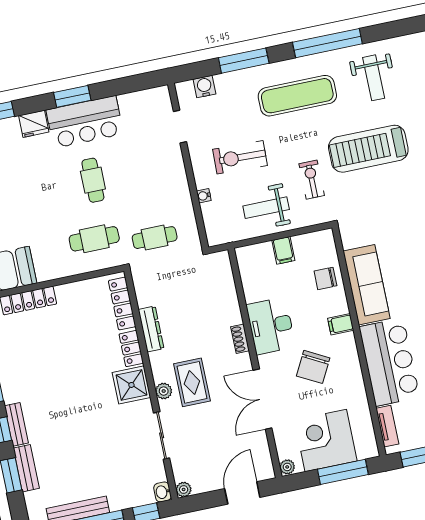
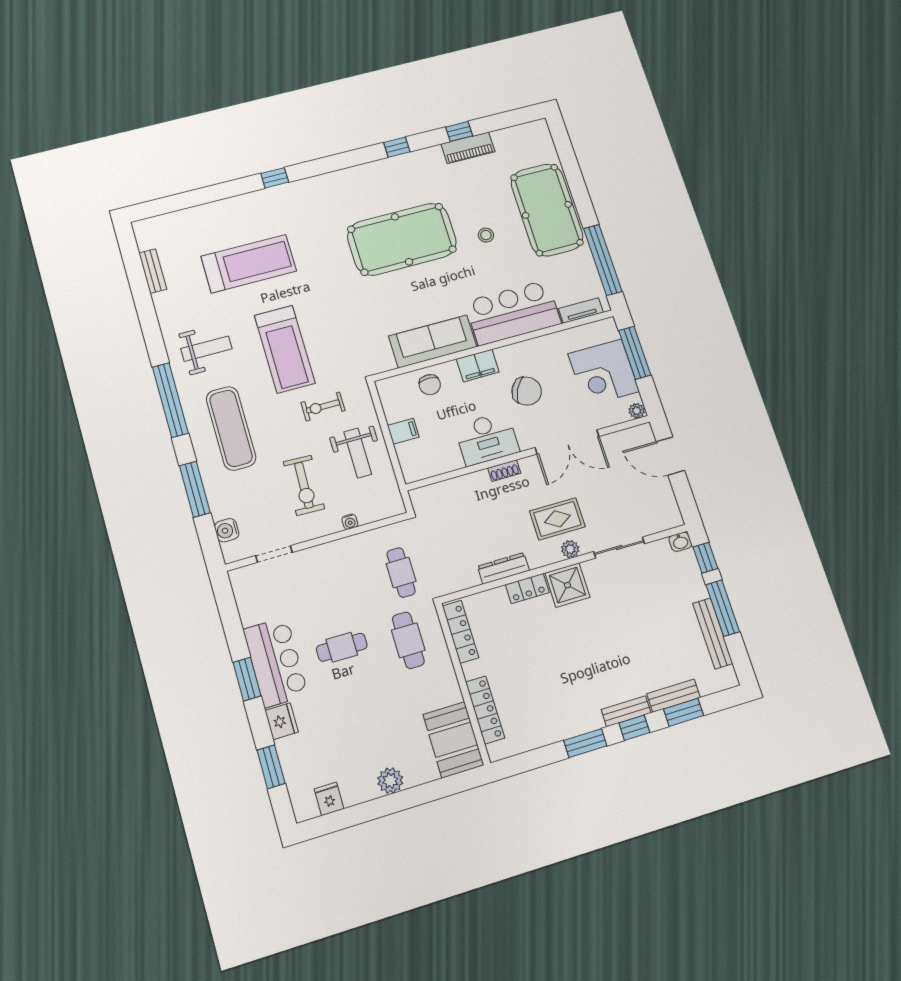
locker: (122, 304) -> (461, 632), moved, turned -90
filing cabinet: (341, 324) -> (478, 366), width x2.00
plant: (184, 489) -> (675, 519), removed

